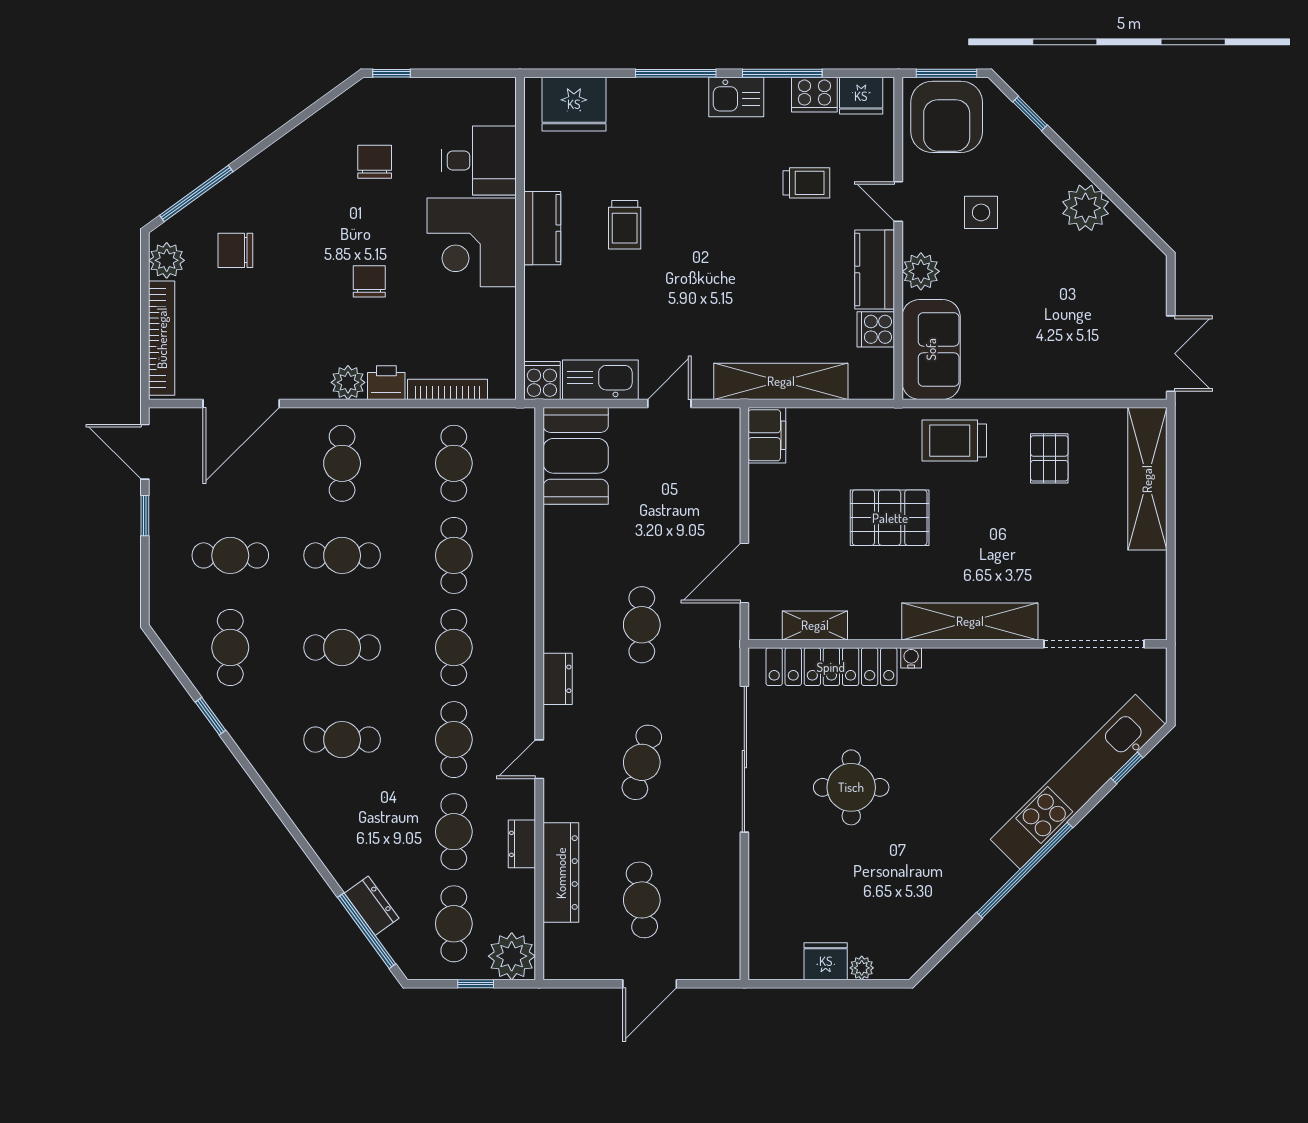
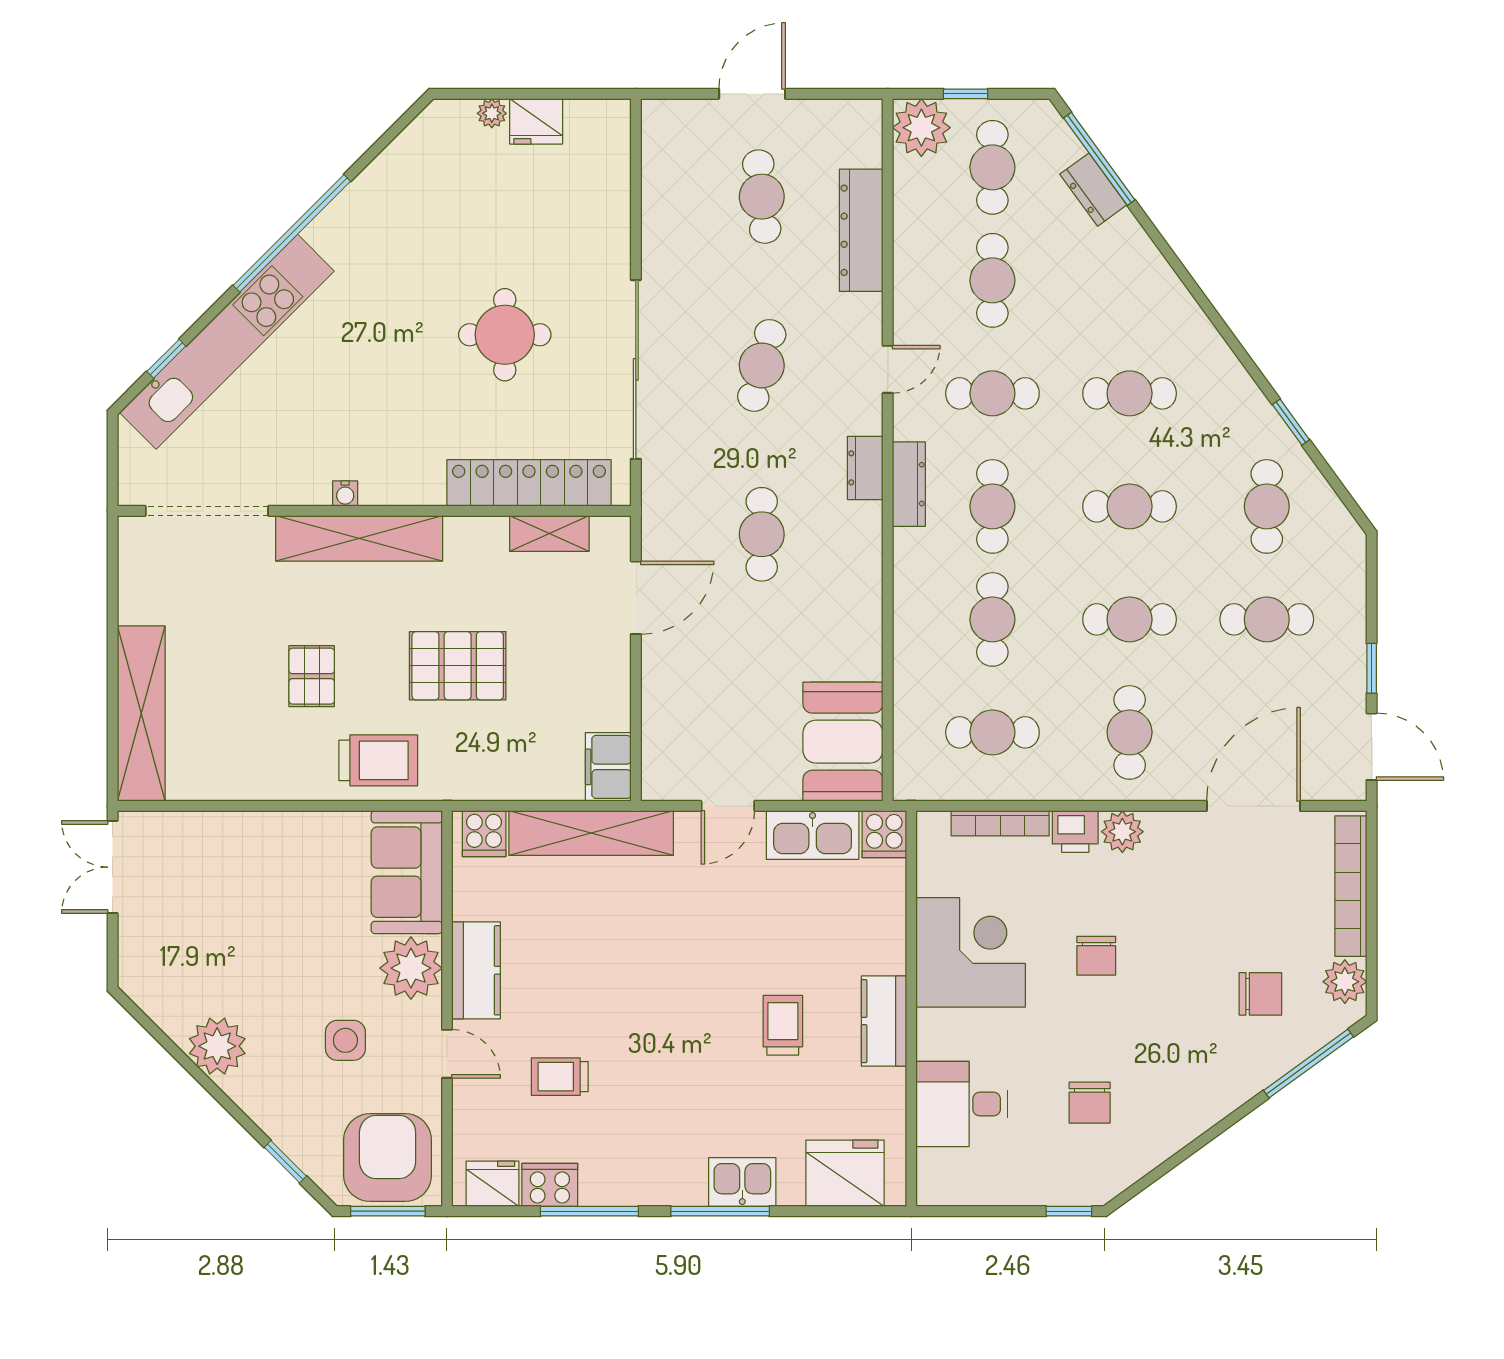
kitchen sink: (736, 97) -> (742, 1182), moved
corner desk: (472, 242) -> (971, 952), moved
plant: (921, 271) -> (411, 968), width x1.36, depth x1.36
cooker: (876, 329) -> (484, 834), moved, turned 90
pallet: (1049, 458) -> (312, 676), moved
cafe table: (454, 463) -> (992, 732), turned 90
water cooler: (911, 658) -> (345, 494), moved
cafe table: (454, 740) -> (992, 393), turned 90
dresser: (522, 844) -> (909, 484), moved, width x1.44

